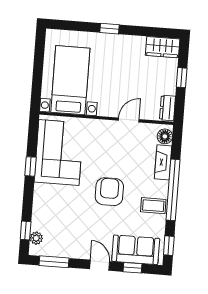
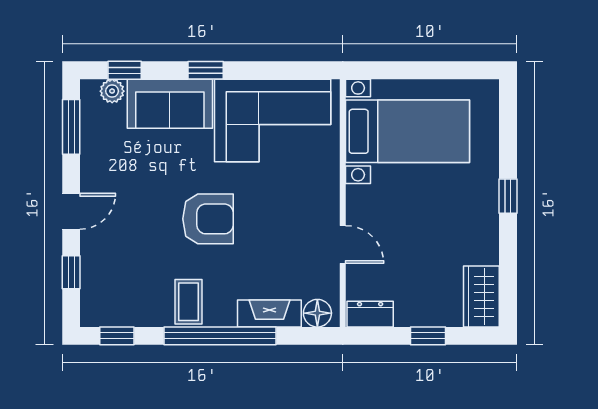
window: (31, 166) -> (206, 70), moved
sofa: (136, 250) -> (170, 104), moved, turned 90

